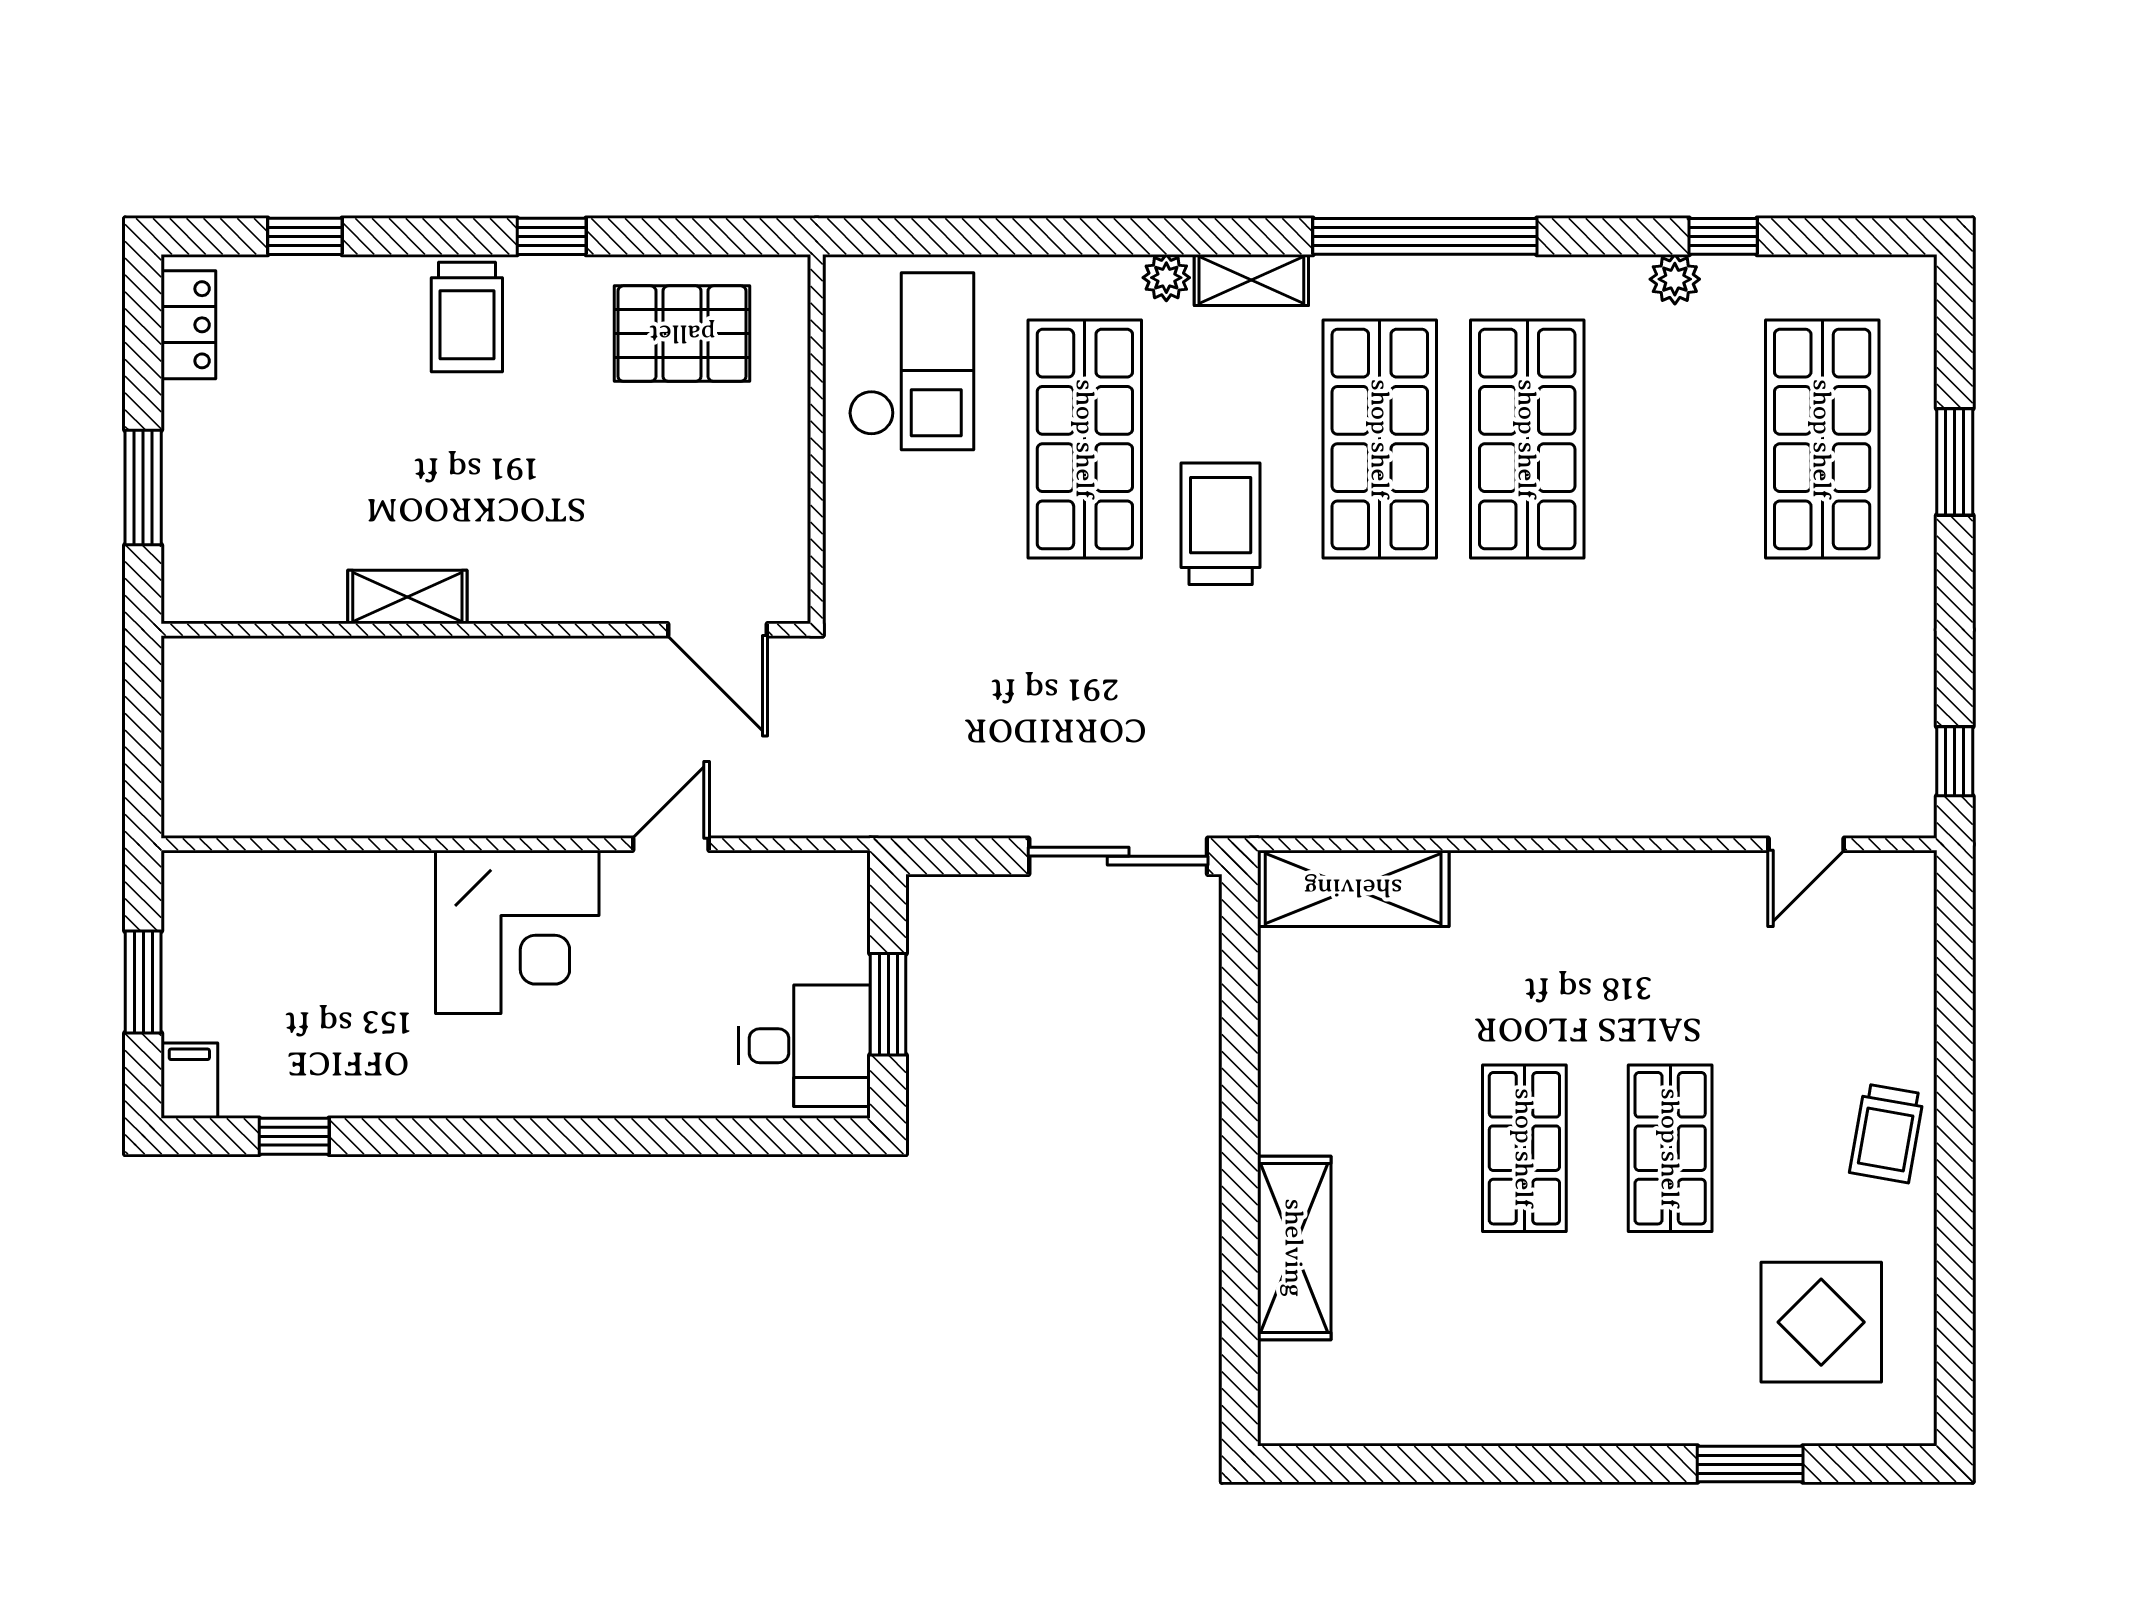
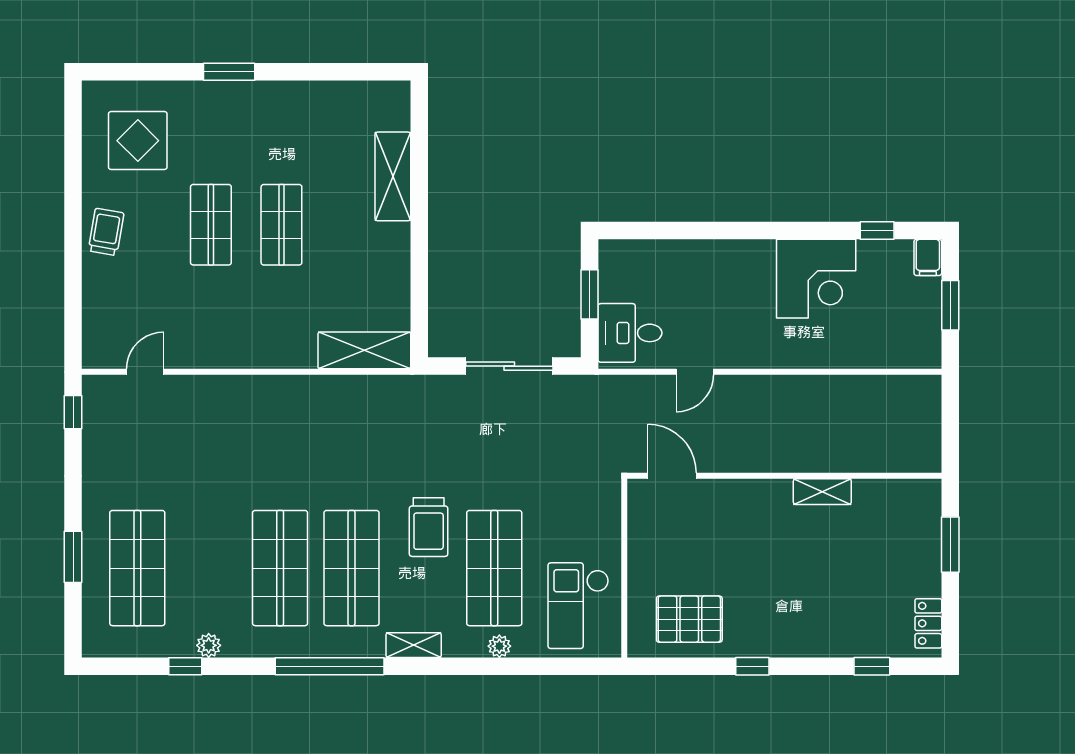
plant: (1166, 278) -> (499, 646), moved
trolley: (467, 317) -> (793, 627), removed
sliding door: (1118, 856) -> (509, 366), moved
corner desk: (517, 932) -> (816, 279), moved, turned 180
desk: (804, 1046) -> (630, 333), moved
window: (1750, 1464) -> (229, 72), moved

